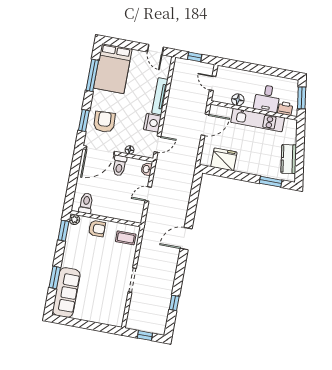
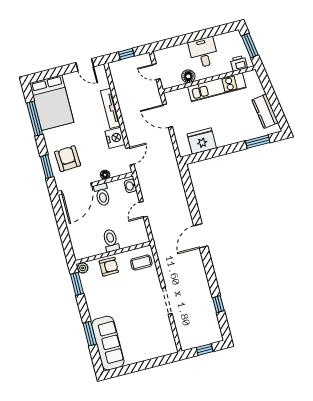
desk: (267, 98) -> (203, 53), moved, turned 180
door: (205, 125) -> (168, 116), swing flipped
toilet: (86, 203) -> (111, 240), moved

